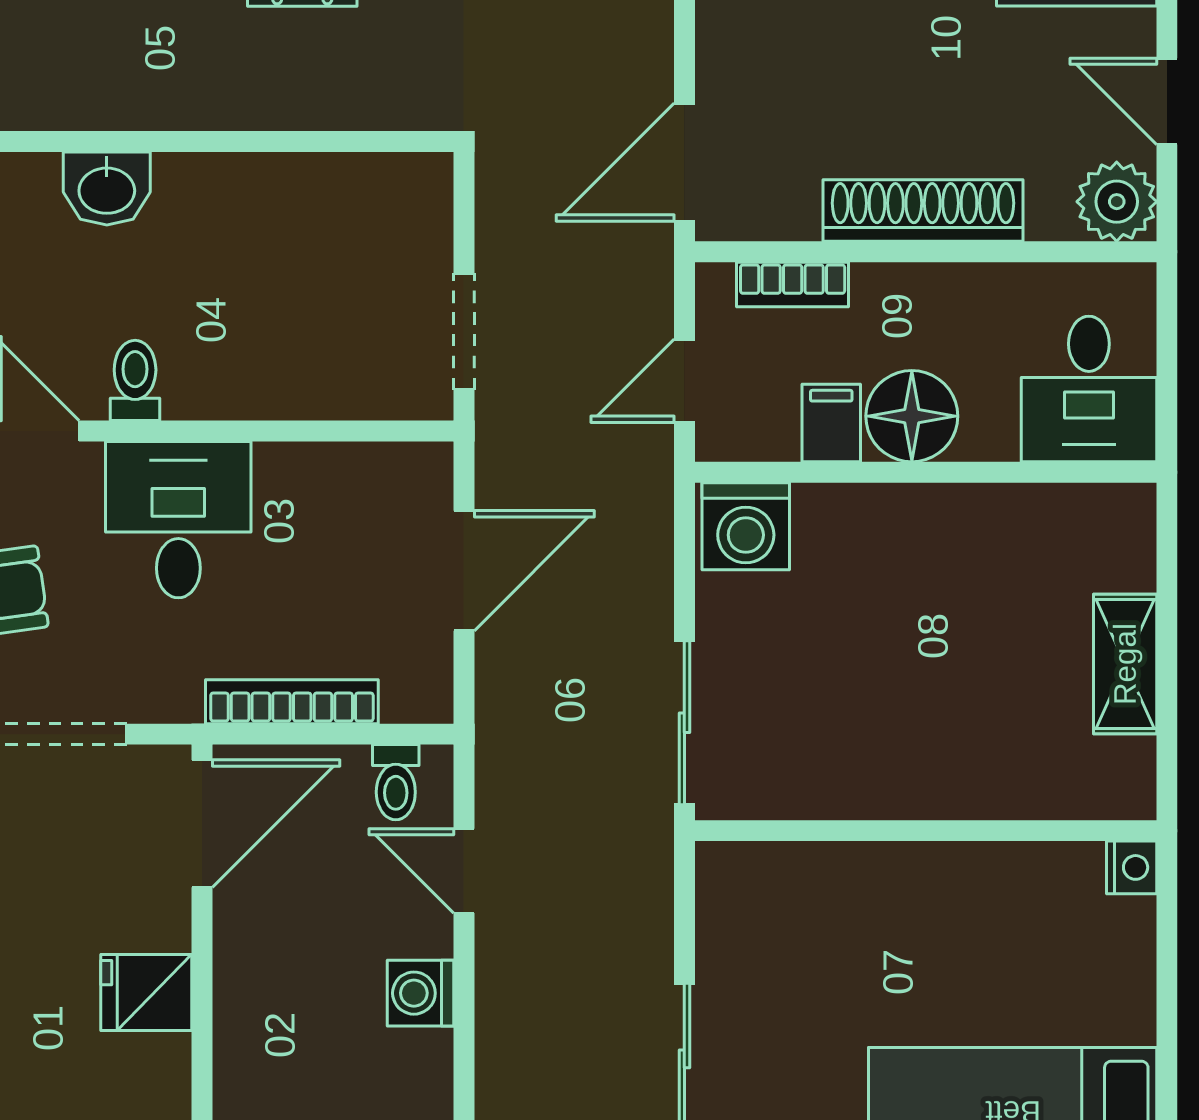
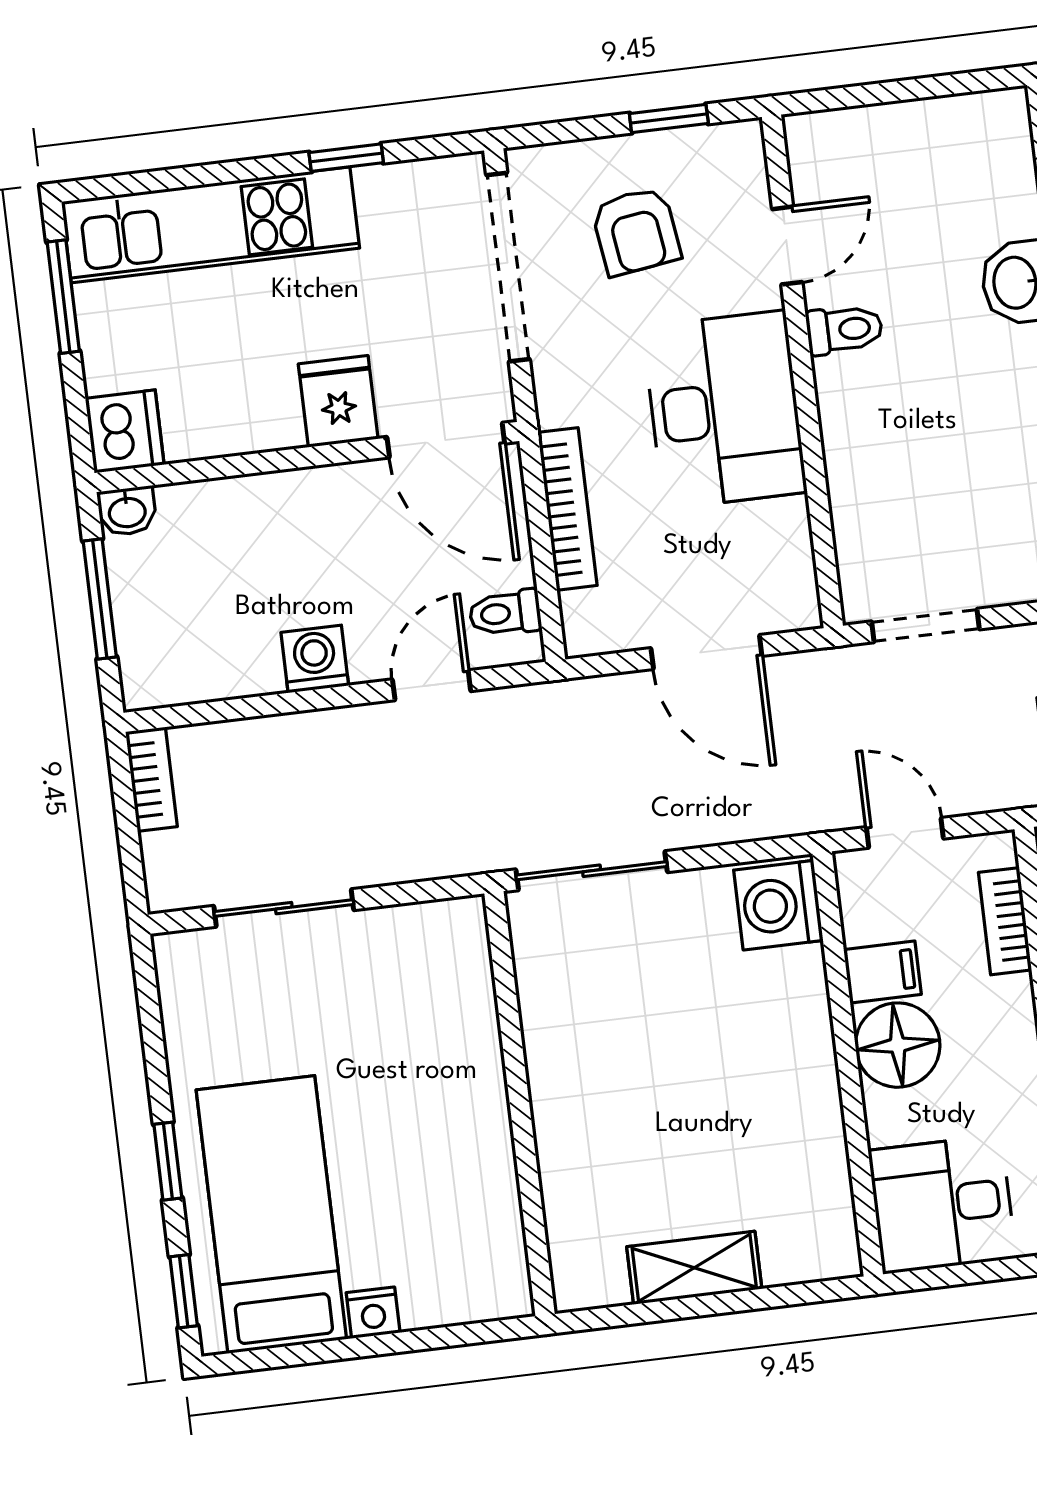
desk: (178, 520) -> (725, 410), width x1.37
nightstand: (1132, 867) -> (373, 1313), moved
fridge: (146, 992) -> (338, 401), moved

